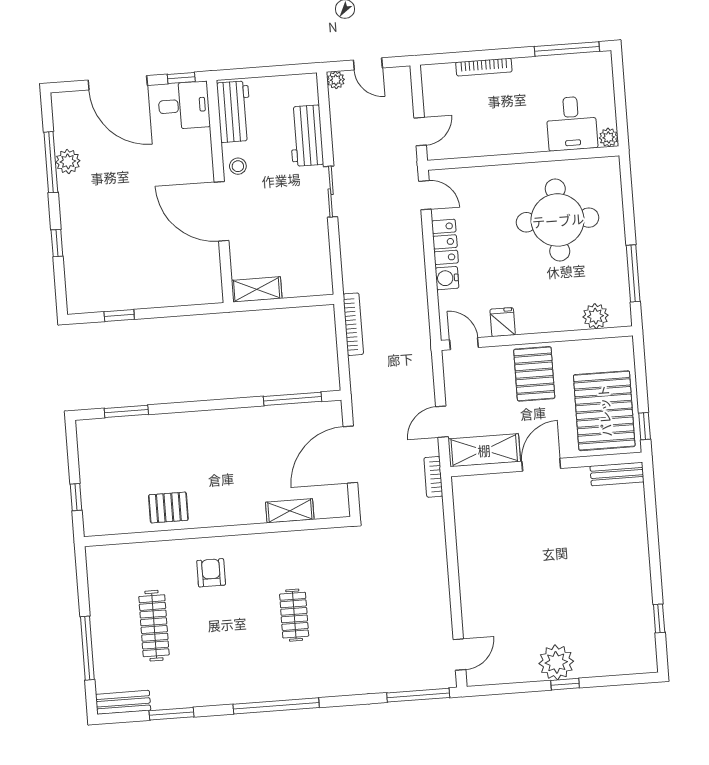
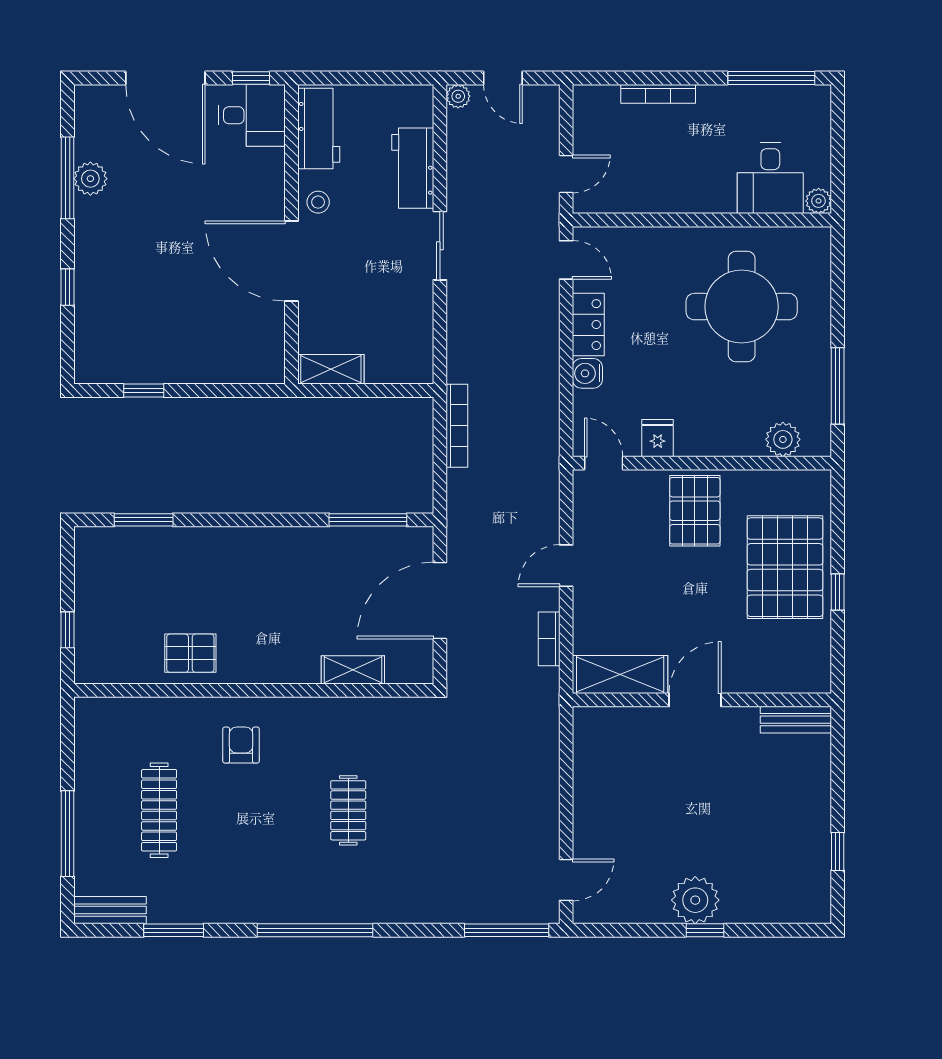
shelving: (484, 450) -> (620, 674), moved
wall: (546, 464) -> (702, 700), moved
door: (541, 465) -> (695, 700), moved
bench: (617, 474) -> (796, 720), moved

